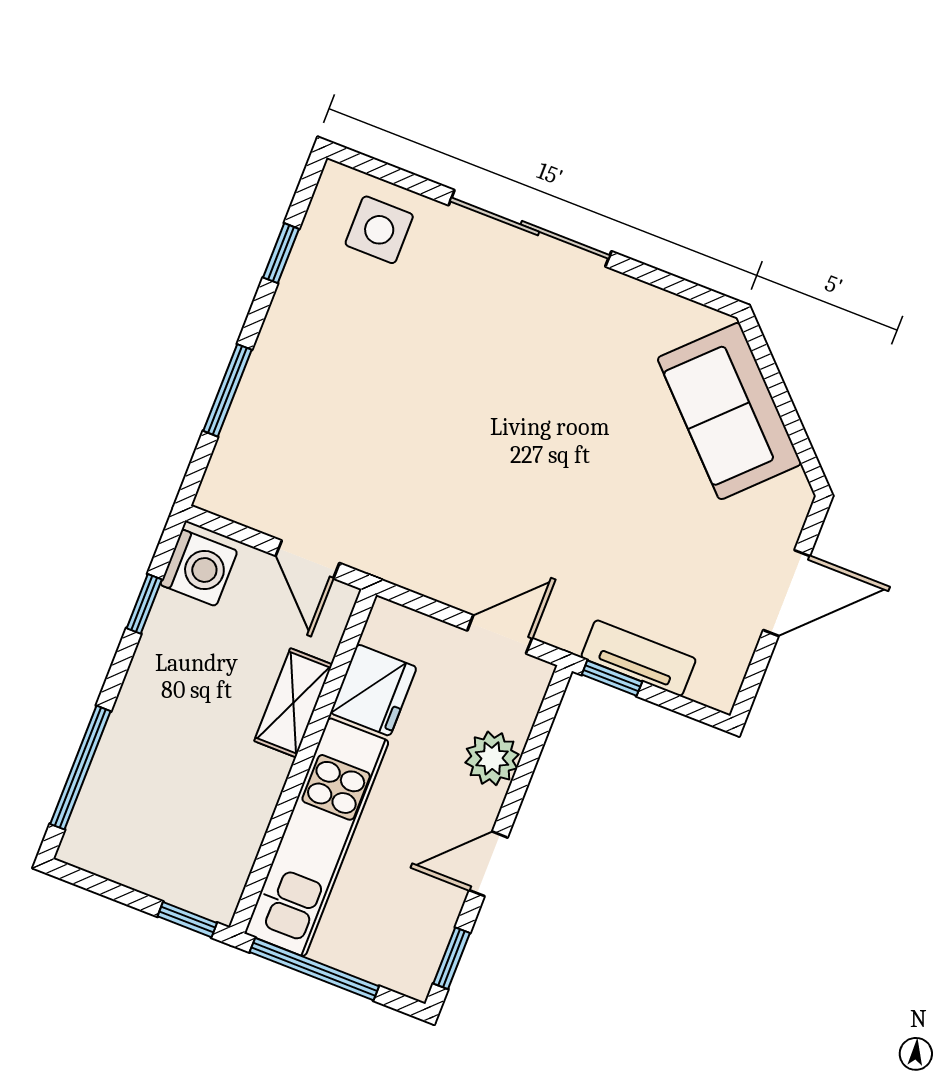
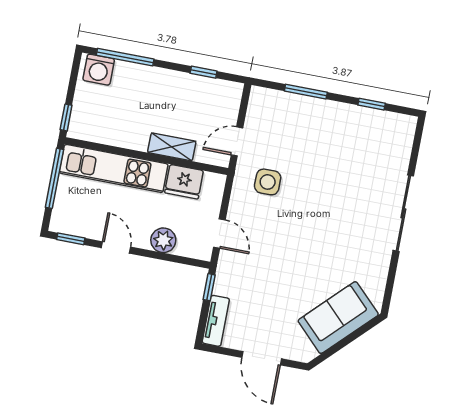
side table: (379, 230) -> (268, 182), moved
washing machine: (199, 568) -> (99, 70), moved
tv unit: (638, 658) -> (216, 321), moved

